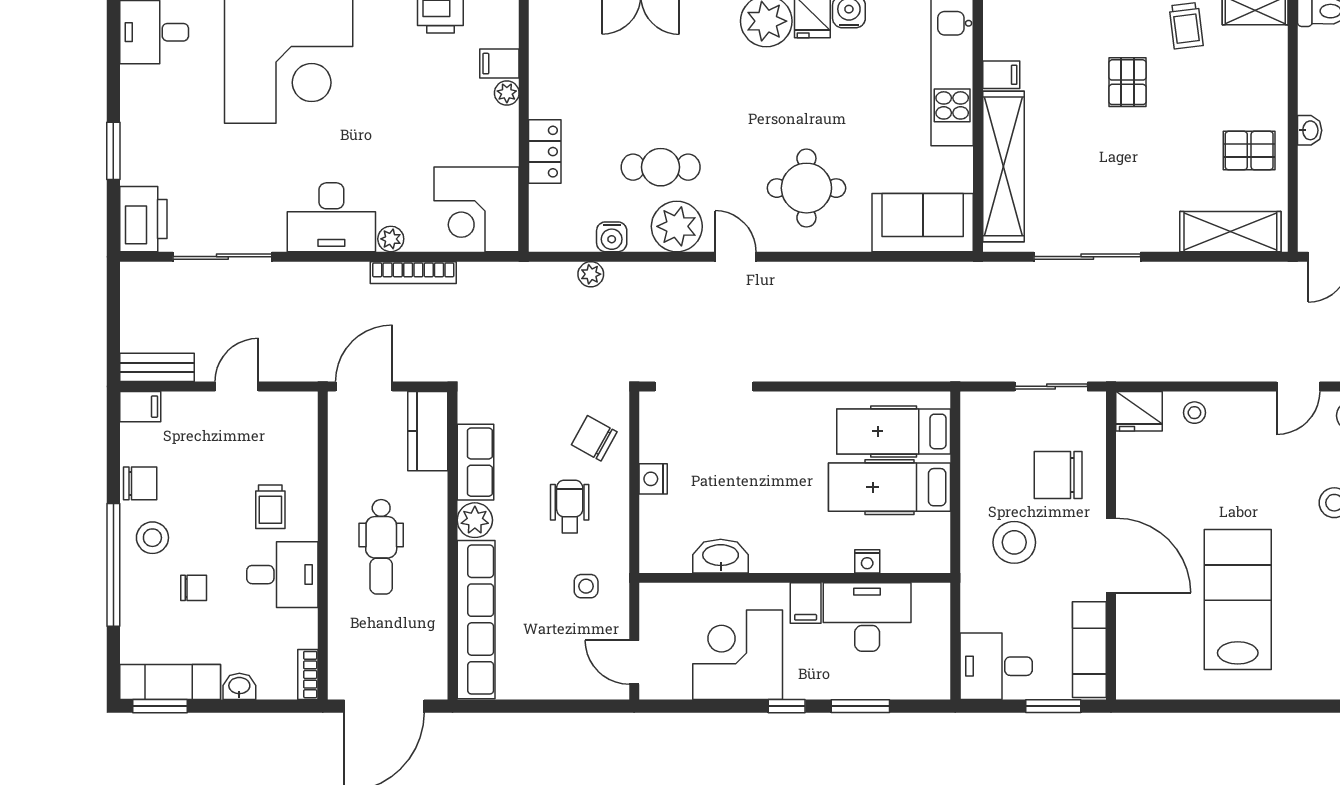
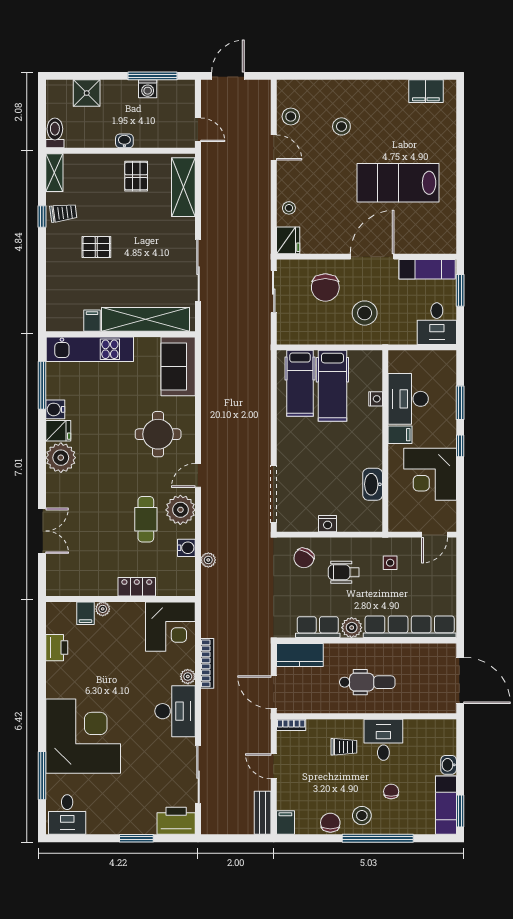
bookcase: (308, 675) -> (291, 725), moved

